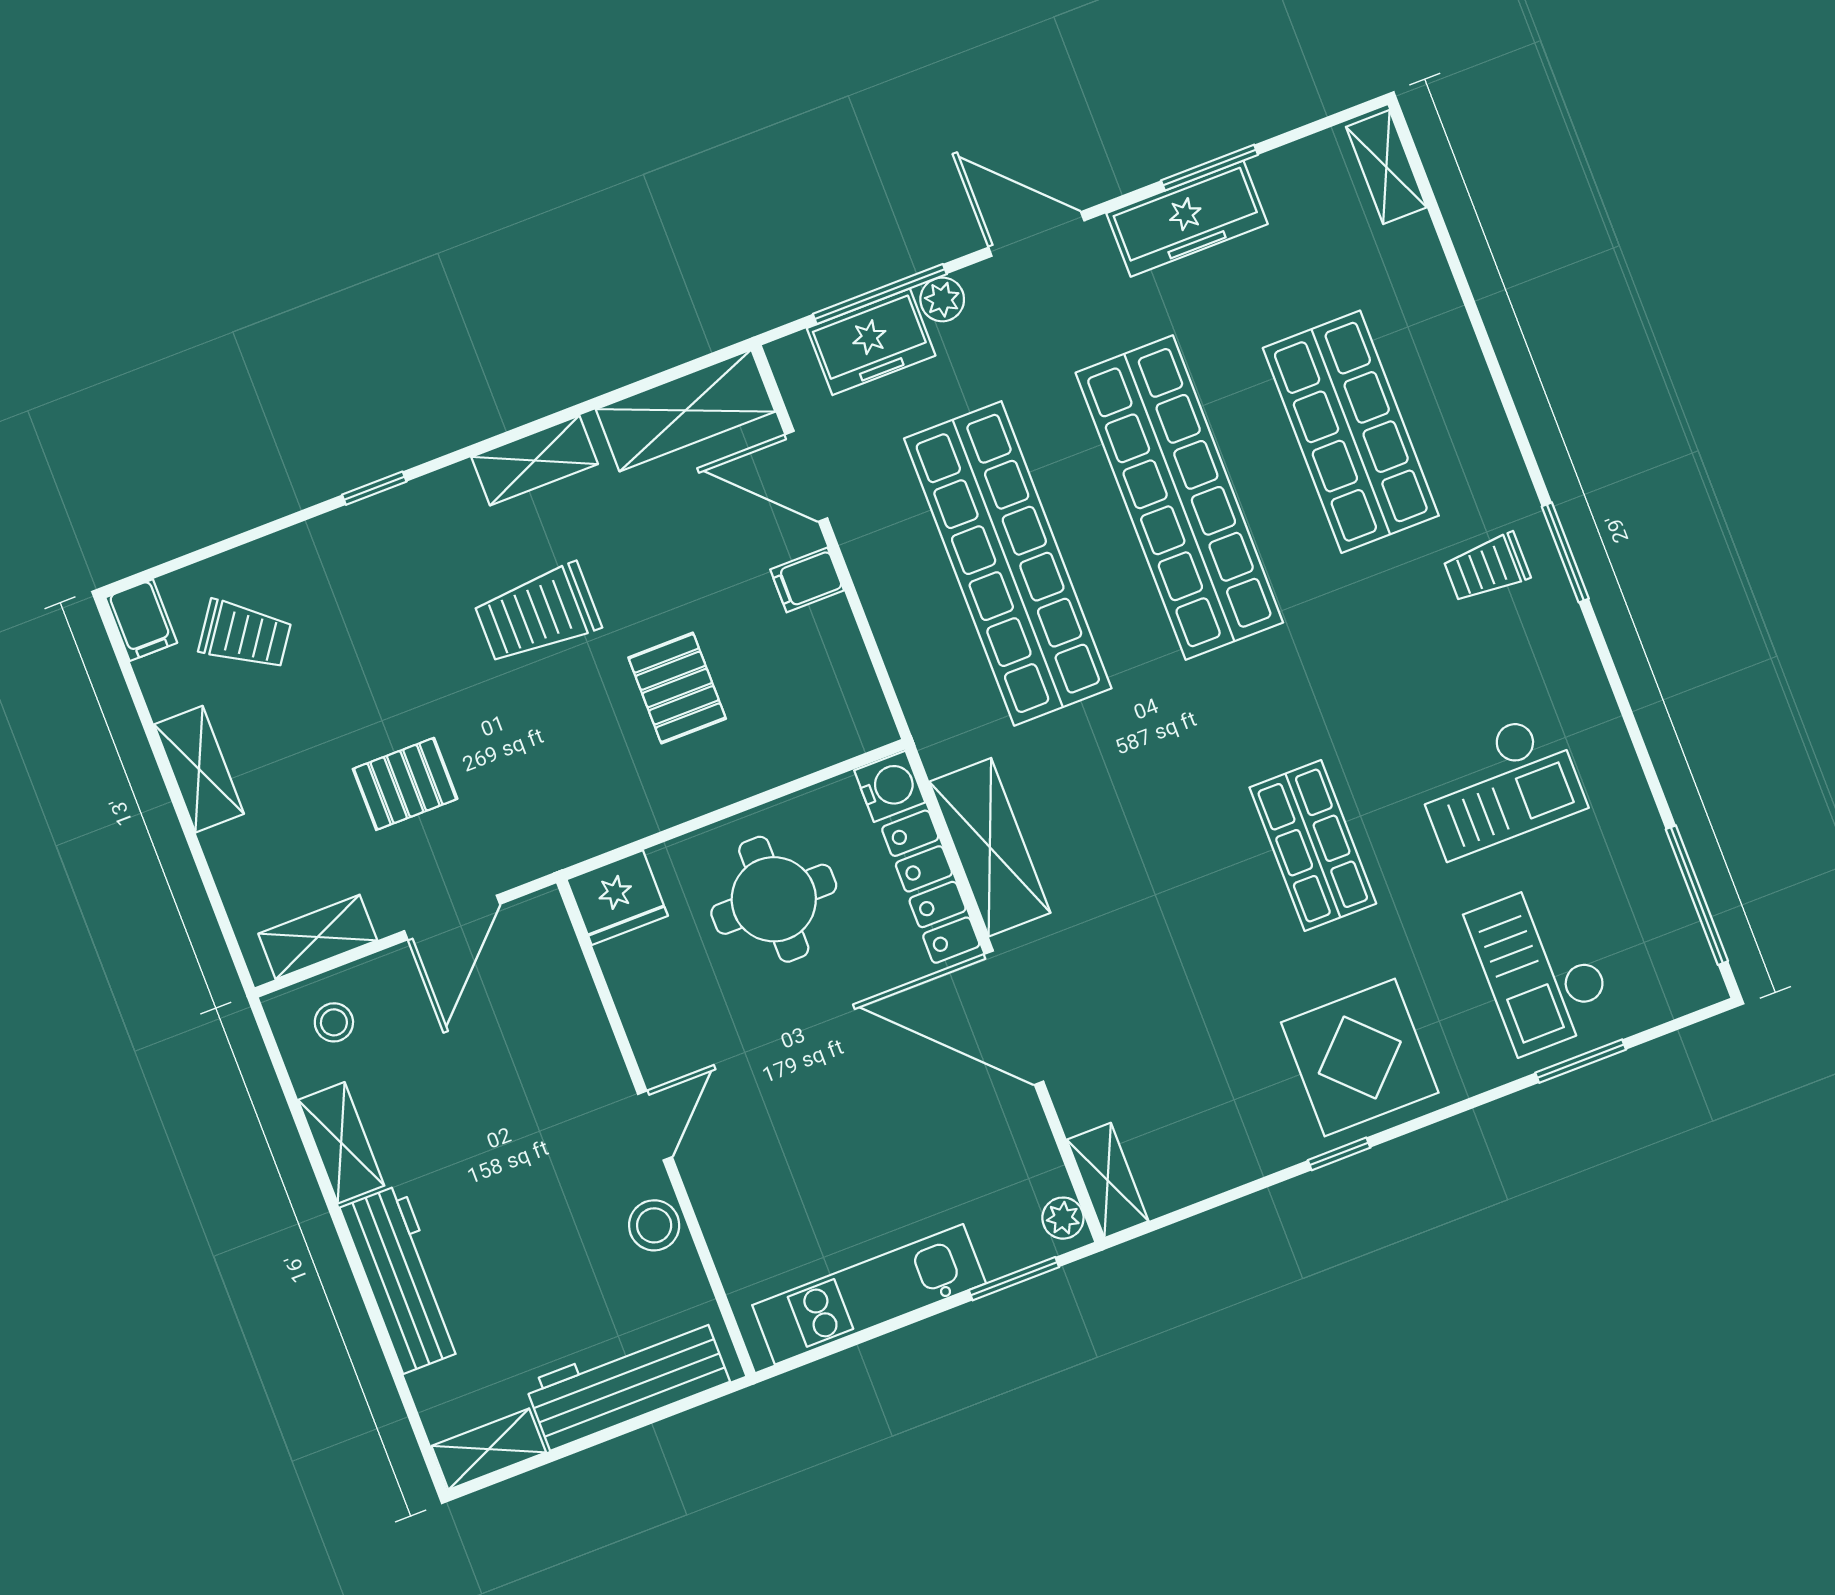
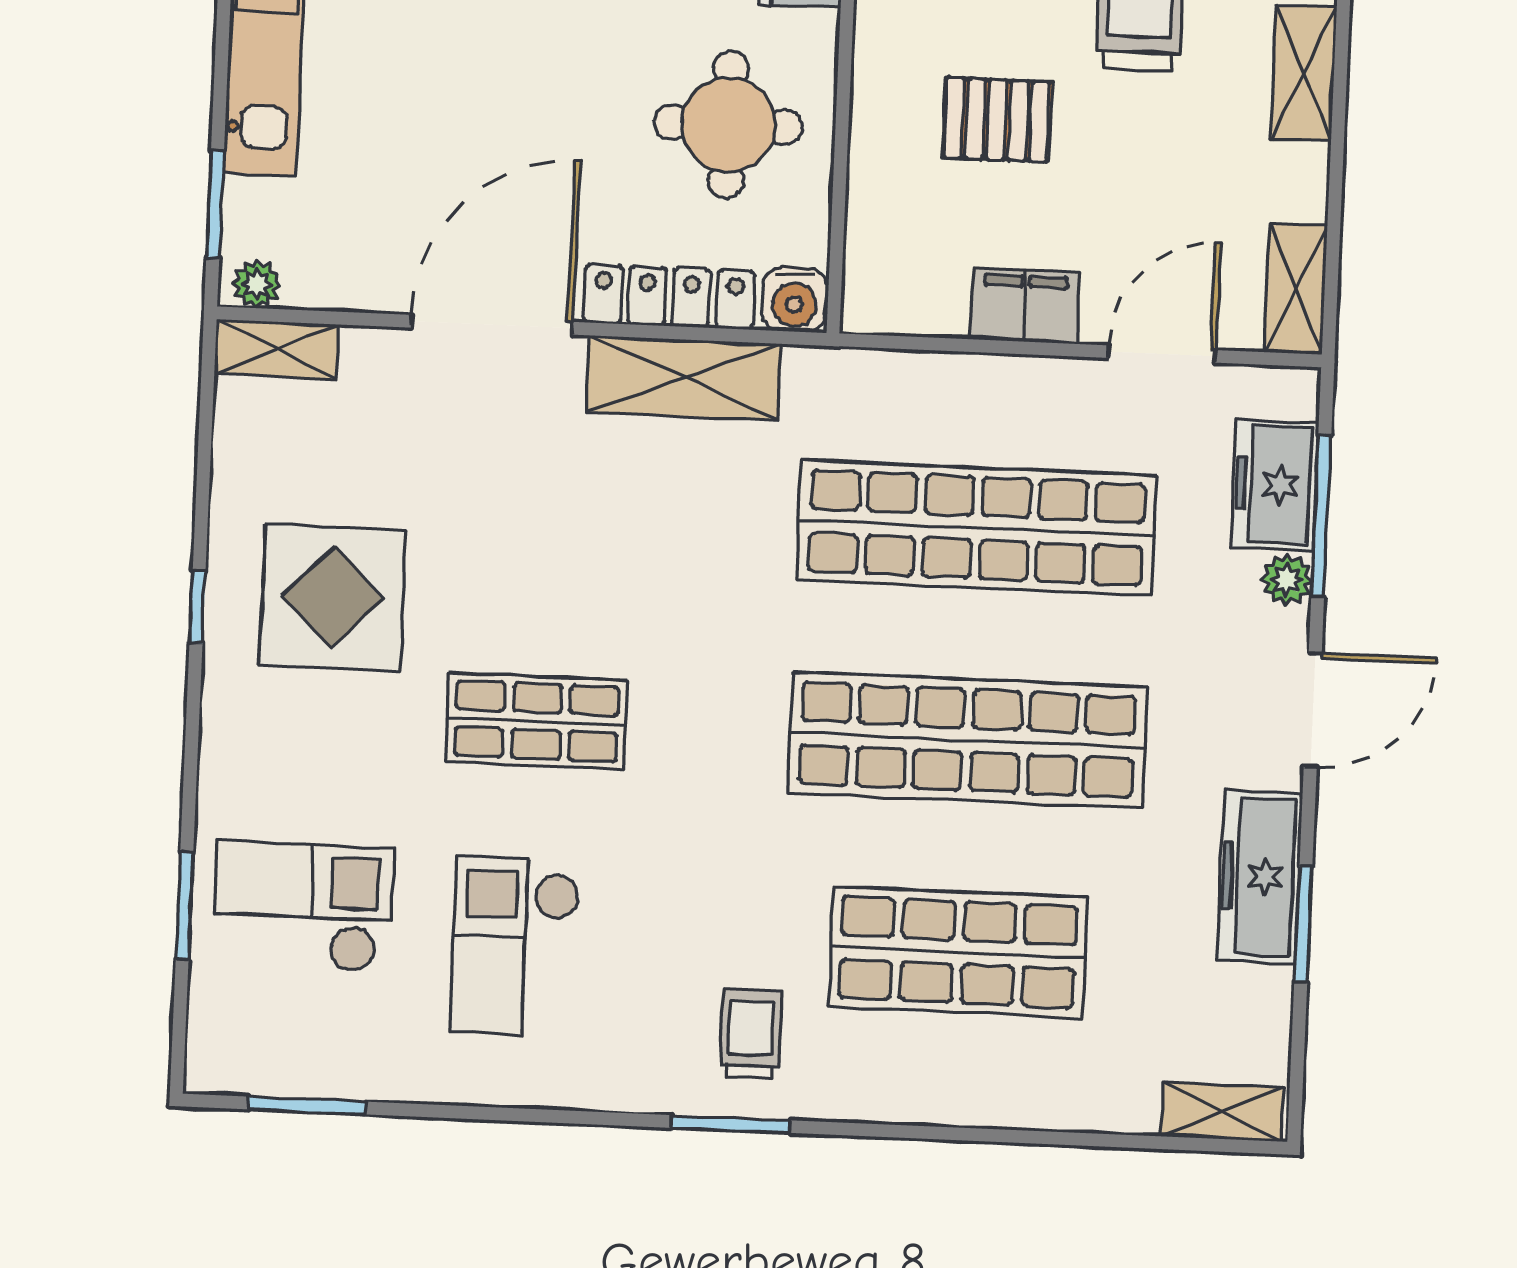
shelving: (685, 410) -> (1296, 289), width x0.67, depth x0.75
filing cabinet: (807, 580) -> (1025, 306), width x2.00
window: (1697, 895) -> (307, 1106), width x0.69
display table: (1360, 1058) -> (333, 597), moved

